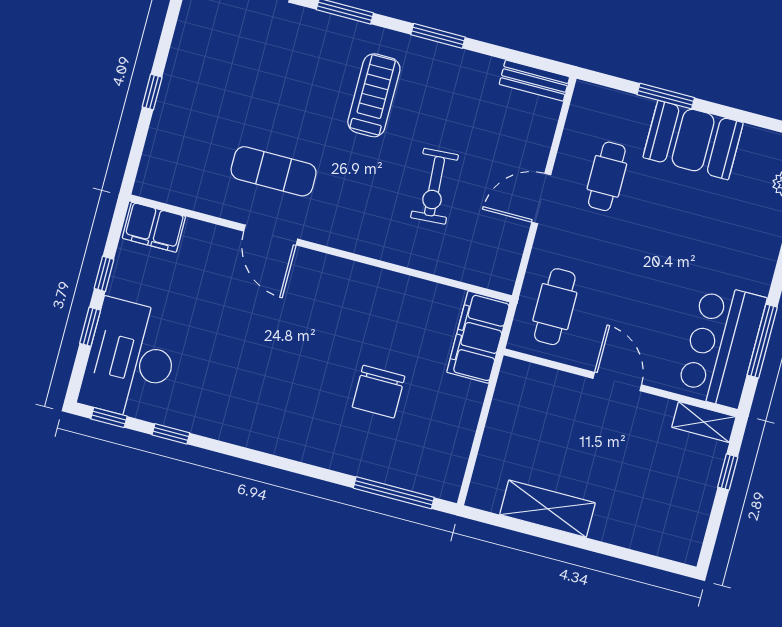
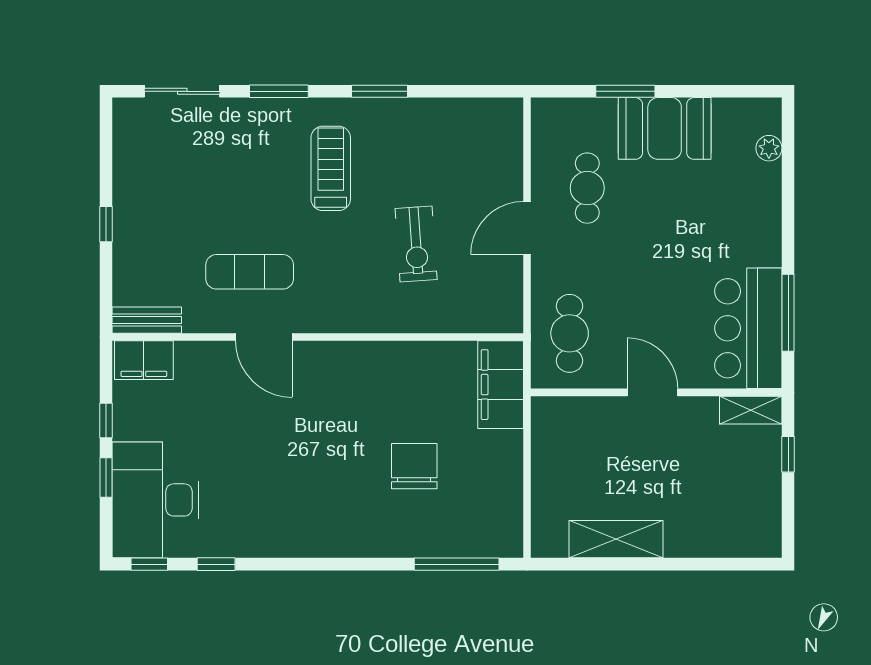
bench: (534, 81) -> (147, 320), moved
chair: (378, 392) -> (414, 466), turned 180

